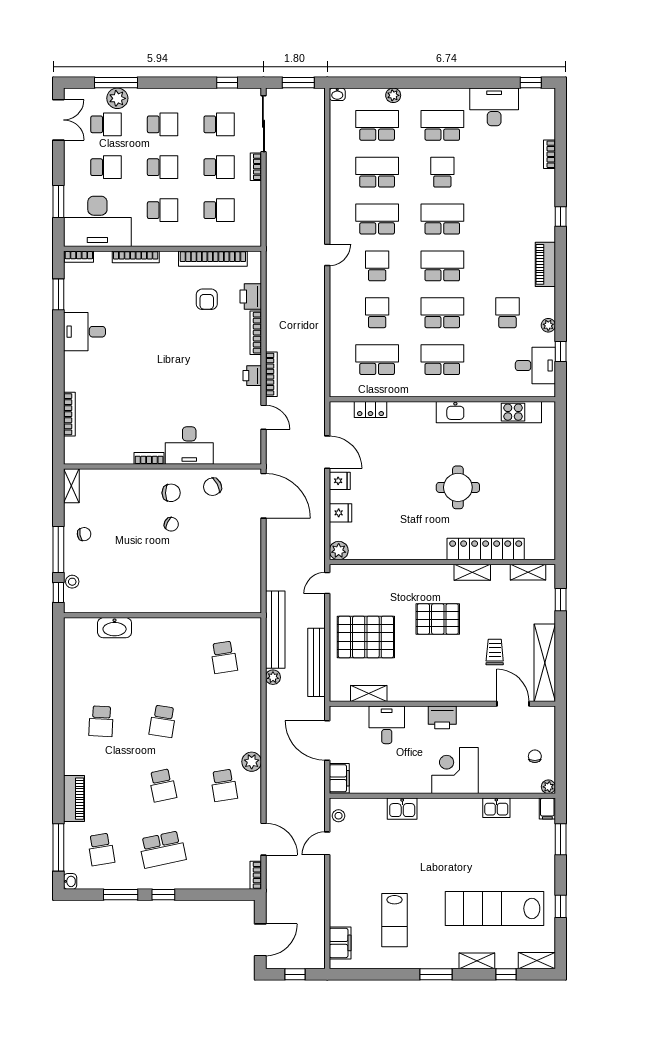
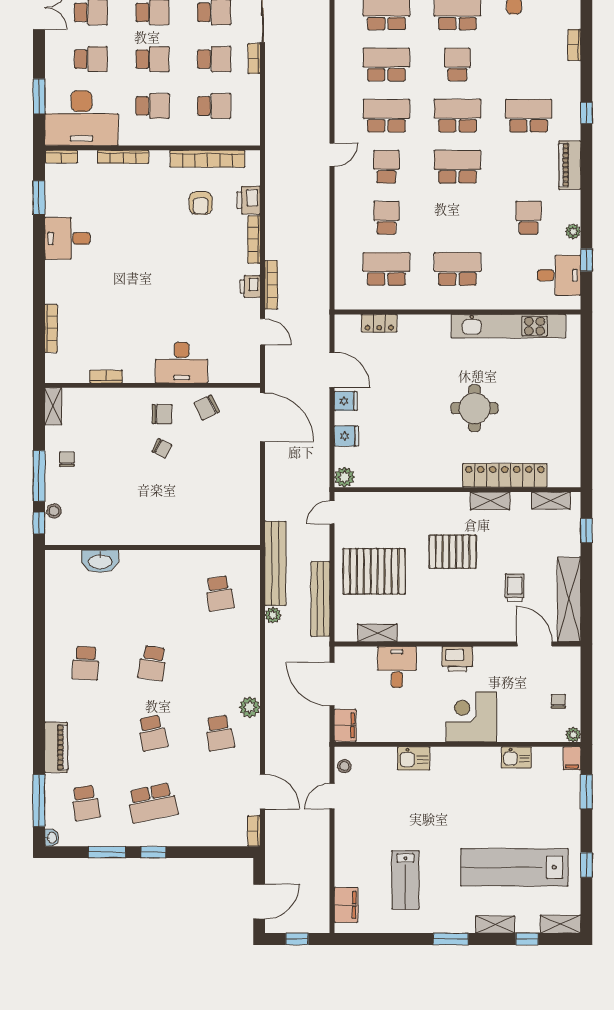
school desk: (442, 313) -> (529, 116), moved
bookcase: (149, 458) -> (106, 377), moved
chair: (84, 534) -> (67, 459), turned -79

